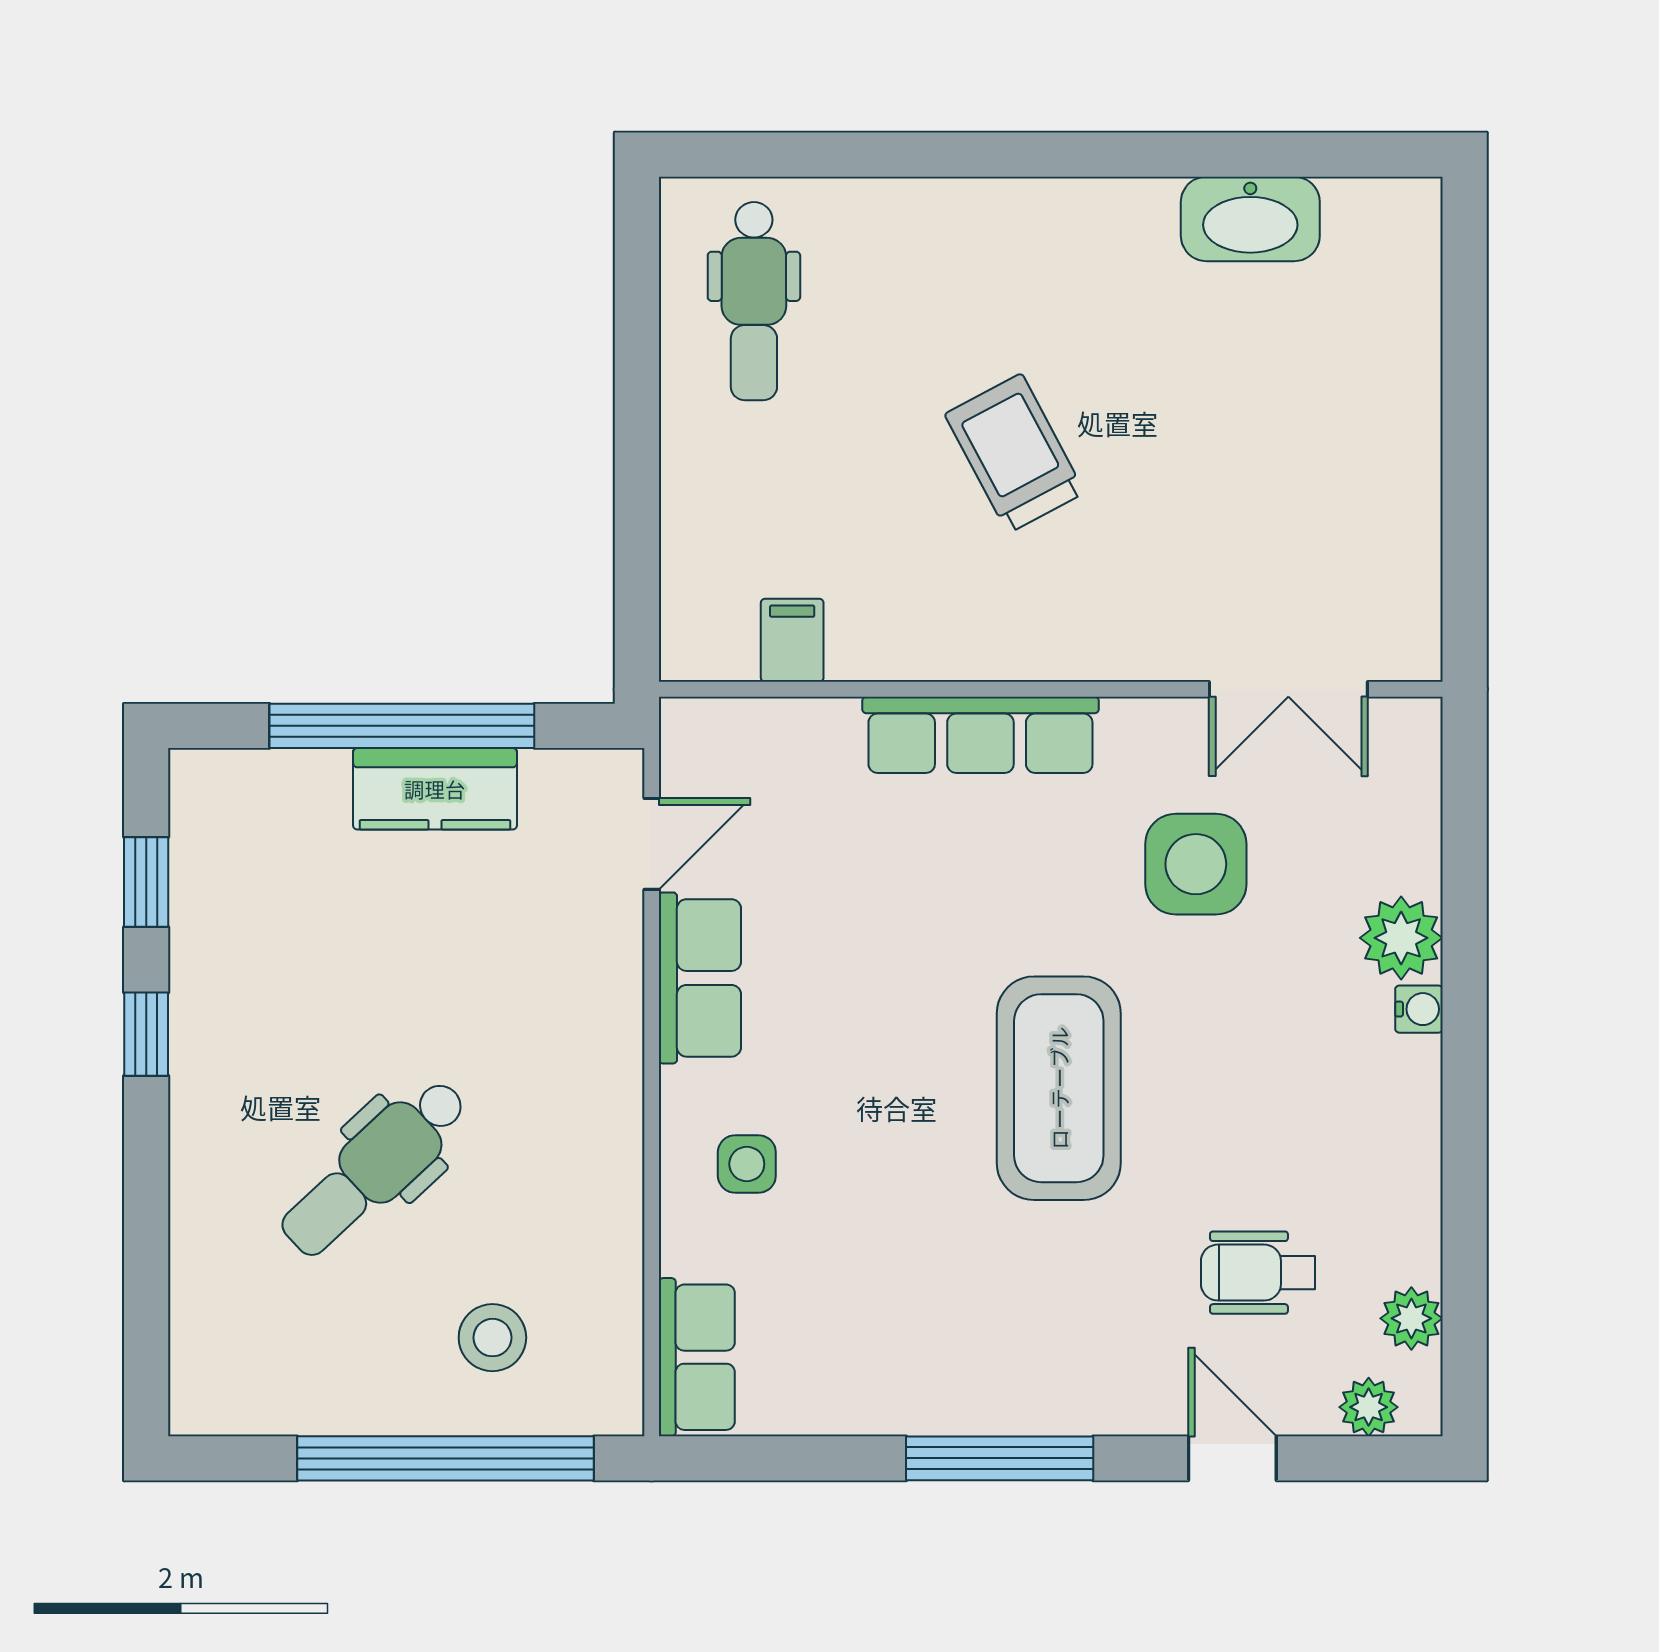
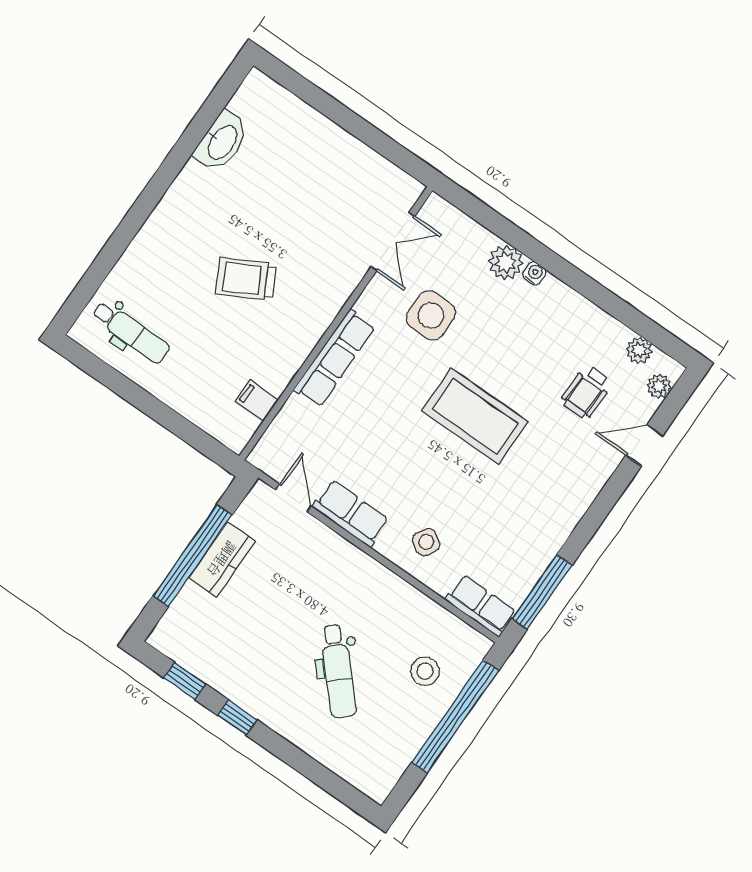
side table: (747, 1164) -> (426, 542), turned 31
window: (1000, 1458) -> (542, 592), moved

